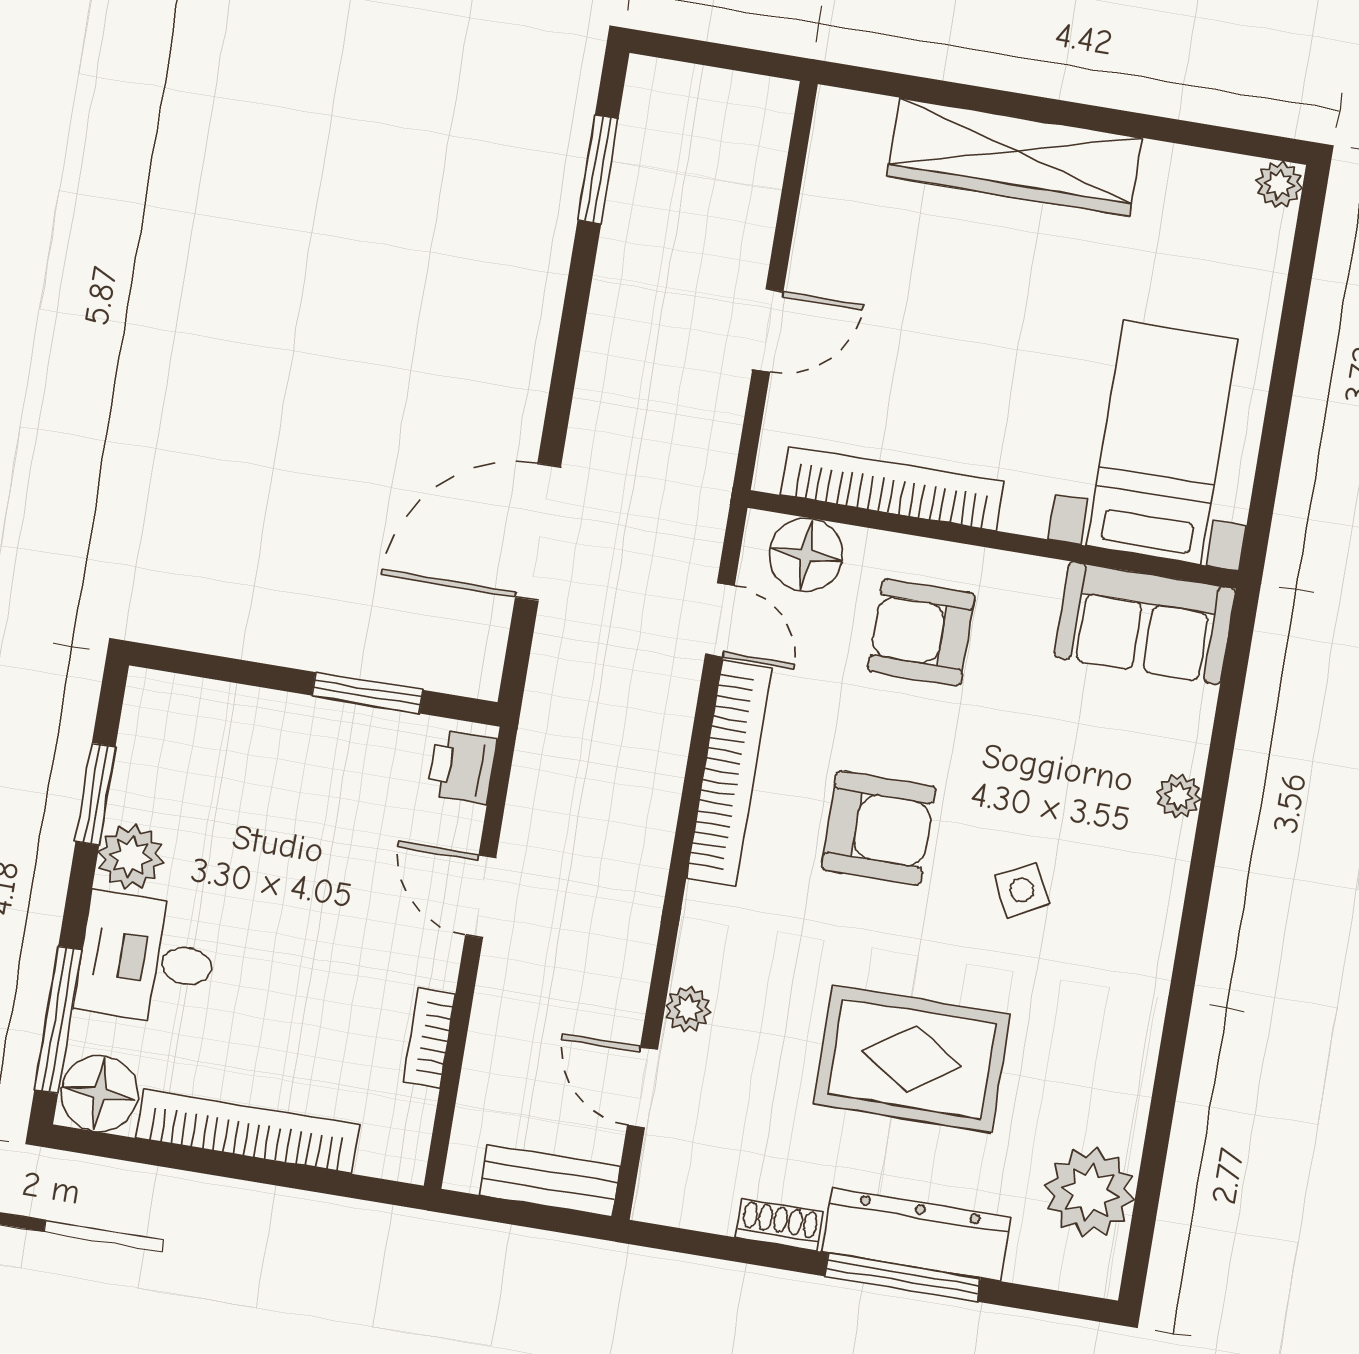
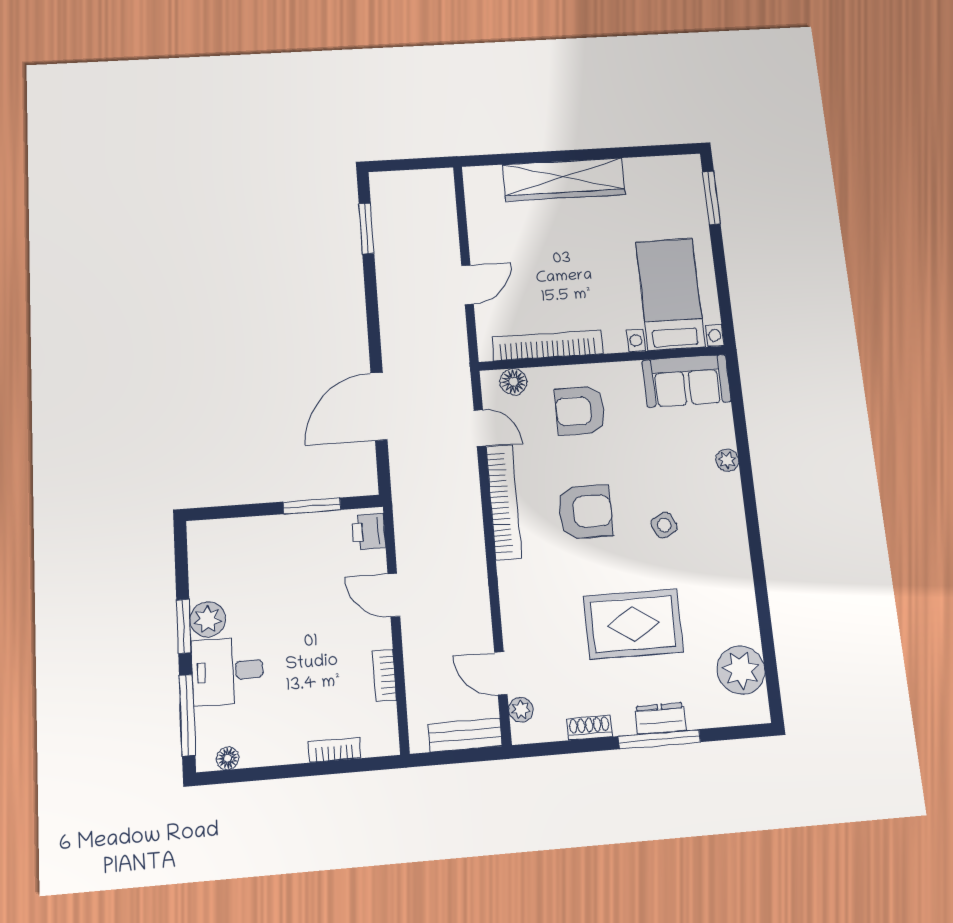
plant: (1279, 184) -> (690, 165), removed
window: (1302, 263) -> (711, 198), added
floor lamp: (806, 555) -> (513, 382), width x0.73, depth x0.73
window: (96, 794) -> (184, 626), moved
plant: (688, 1009) -> (521, 710), moved
floor lamp: (99, 1094) -> (228, 758), width x0.53, depth x0.53
bookcase: (248, 1131) -> (335, 750), width x0.43, depth x0.76
dresser: (916, 1235) -> (661, 718), width x0.51, depth x0.80

